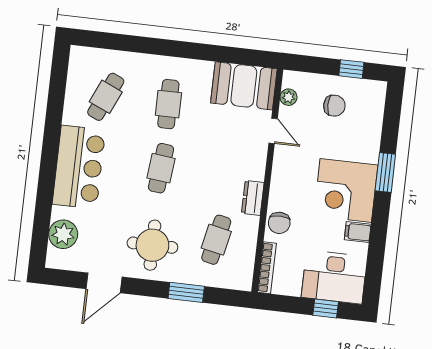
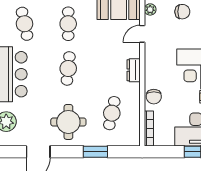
cafe table: (106, 97) -> (25, 24), turned -36
door: (273, 131) -> (142, 34), swing flipped
dresser: (253, 198) -> (134, 70), moved

